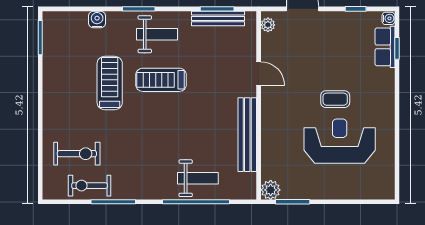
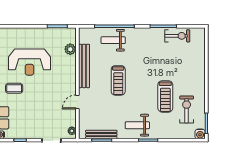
water cooler: (97, 19) -> (200, 134), moved
door: (259, 74) -> (77, 102), hinge flipped
treadmill: (161, 80) -> (118, 80), moved, turned 90
coffee table: (335, 99) -> (14, 88), moved
exercise bike: (77, 154) -> (187, 110), moved, turned 90
plant: (271, 190) -> (70, 49), moved

